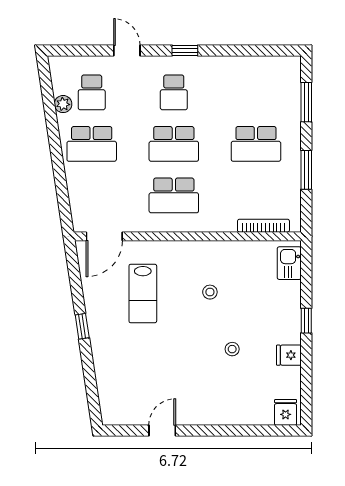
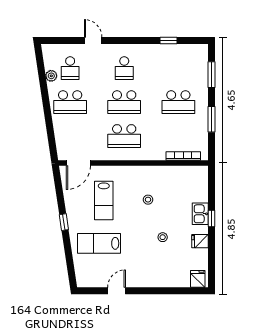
window: (185, 50) -> (168, 41), moved
kitchen sink: (289, 263) -> (200, 214), moved
lab bench: (135, 358) -> (99, 243), added

